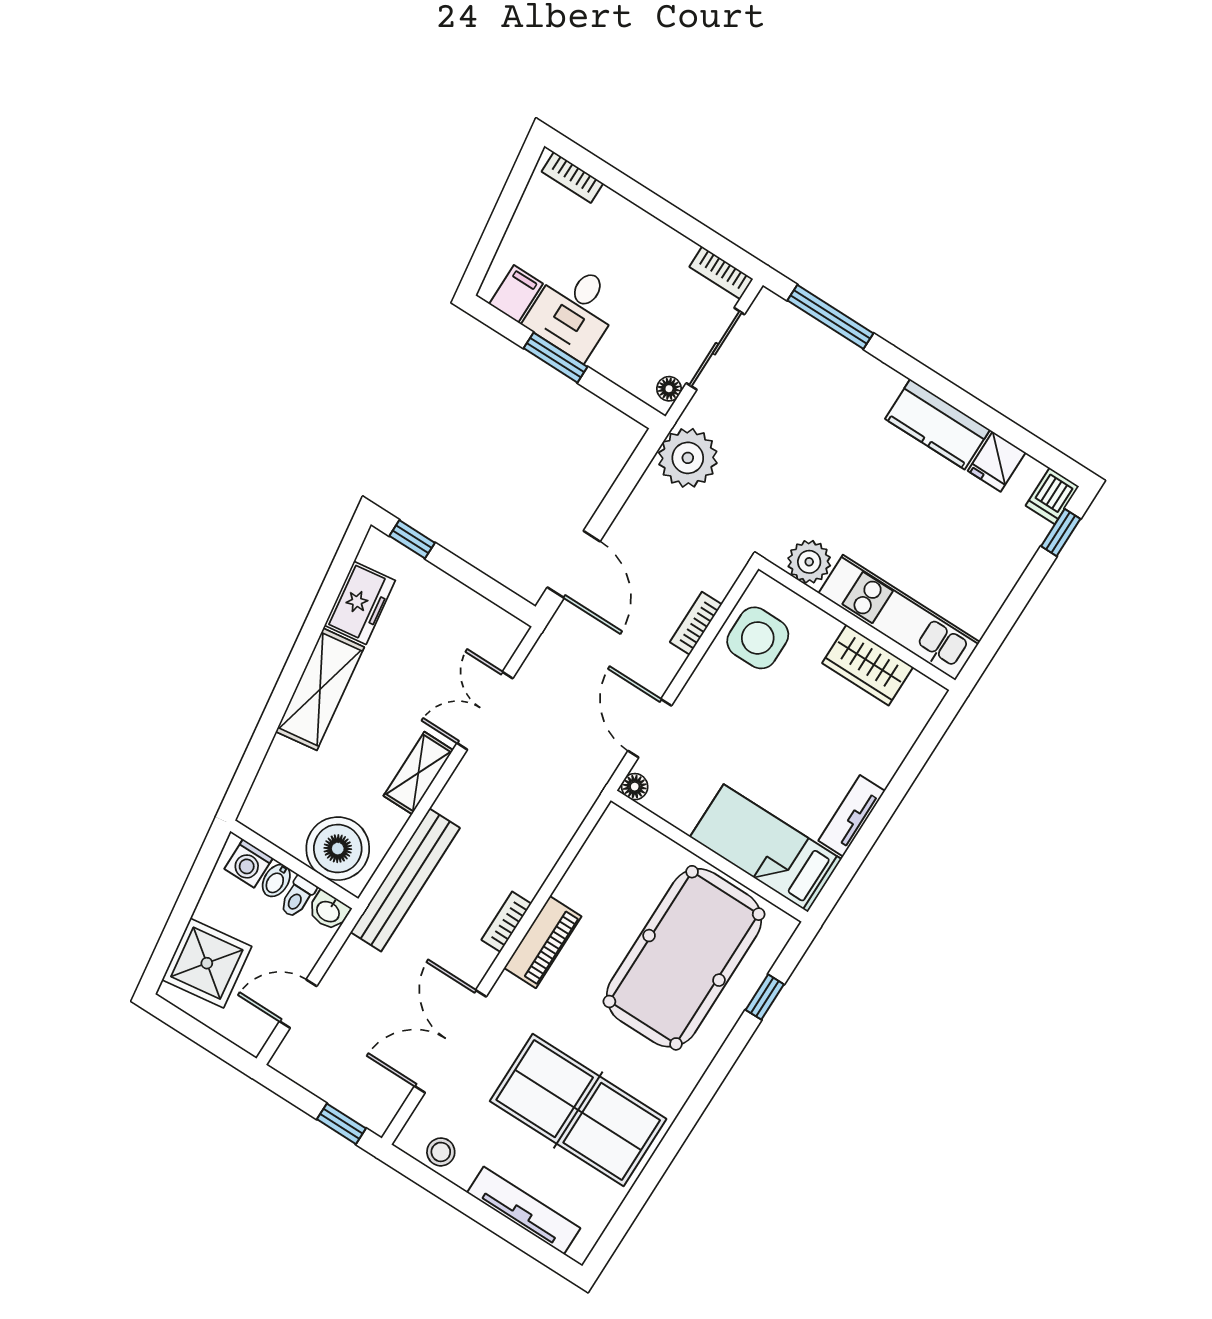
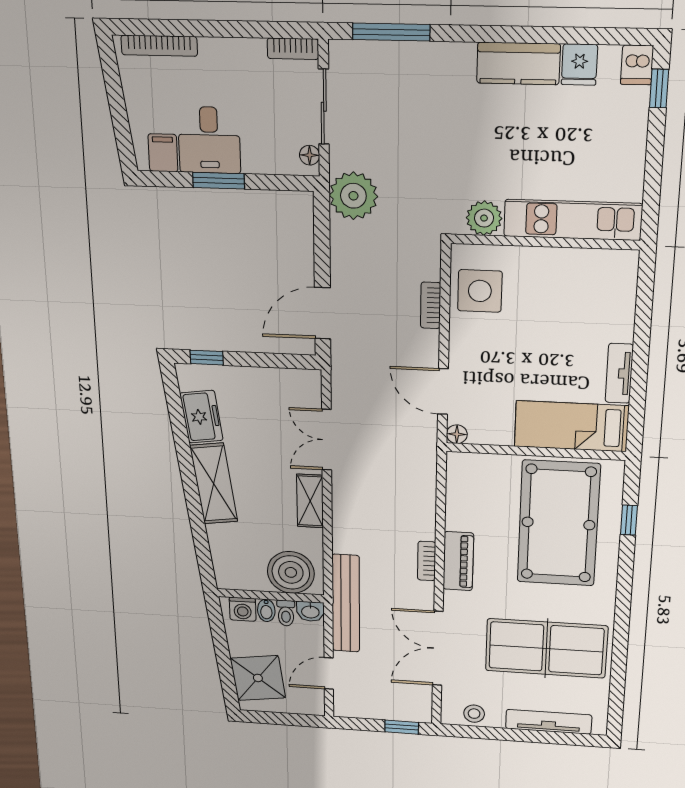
bookcase: (572, 177) -> (159, 46), width x1.56
door: (574, 564) -> (323, 313), swing flipped
wardrobe: (868, 665) -> (570, 266), removed
bench: (405, 880) -> (346, 603), moved

